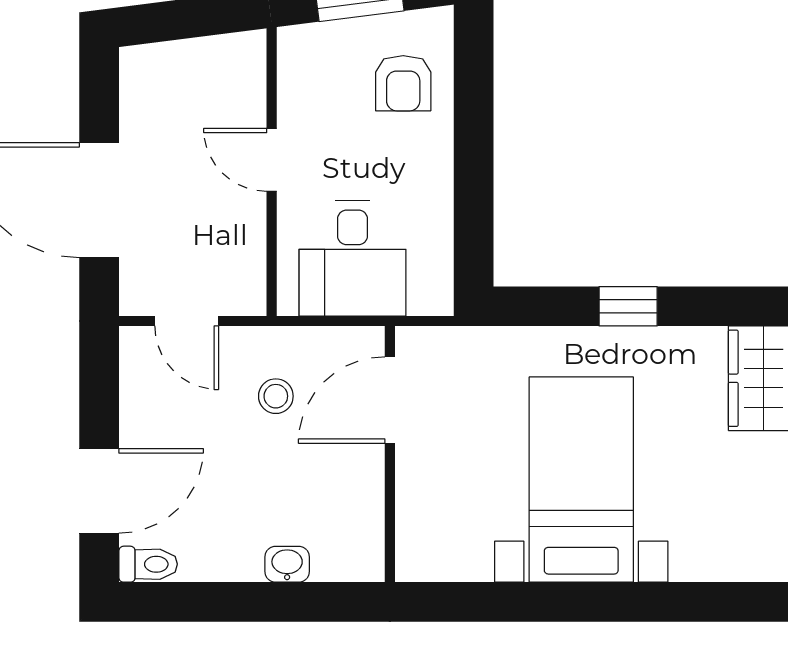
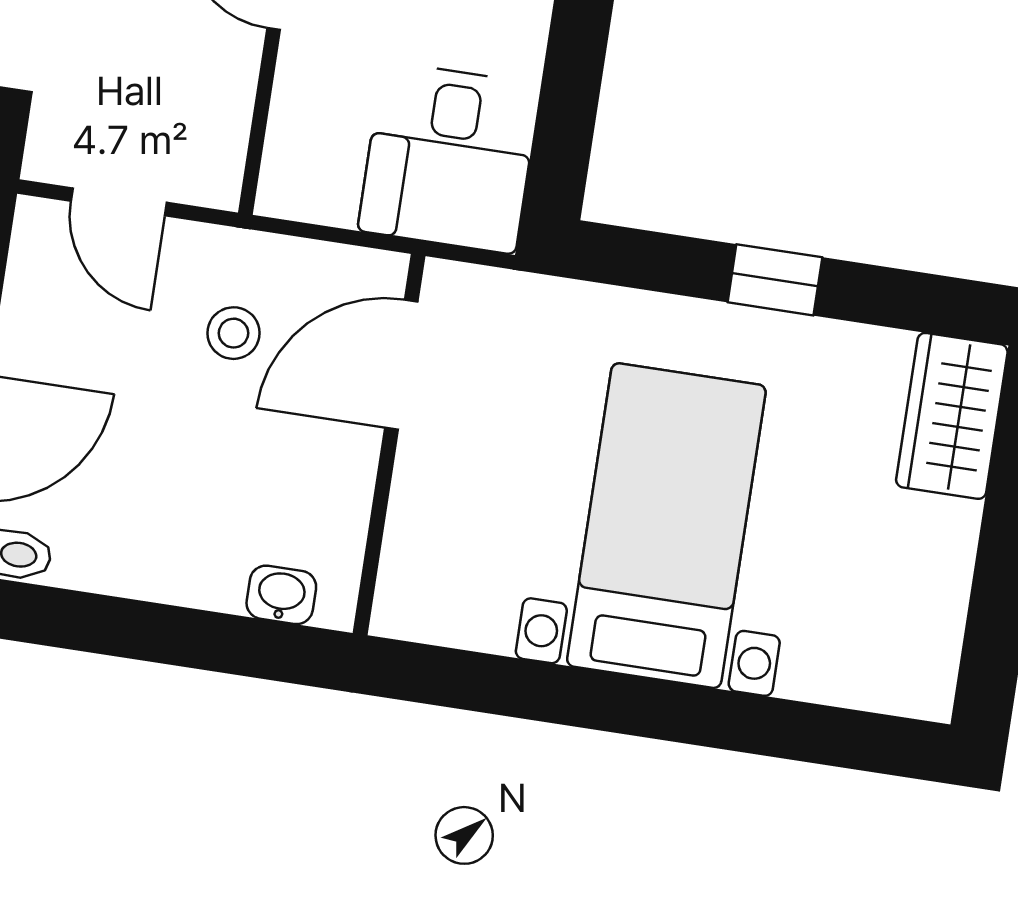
desk: (353, 258) -> (449, 158), moved
washbasin: (287, 564) -> (281, 595), moved

